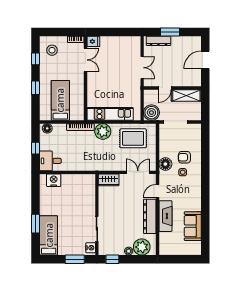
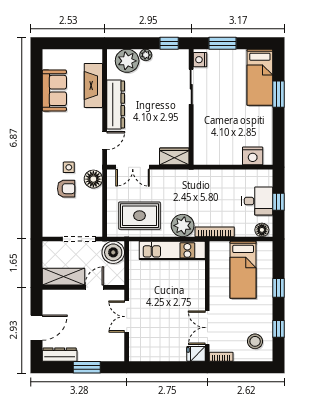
dresser: (158, 41) -> (60, 355), moved
desk: (50, 161) -> (257, 201), moved
fireplace: (165, 216) -> (93, 85), moved

